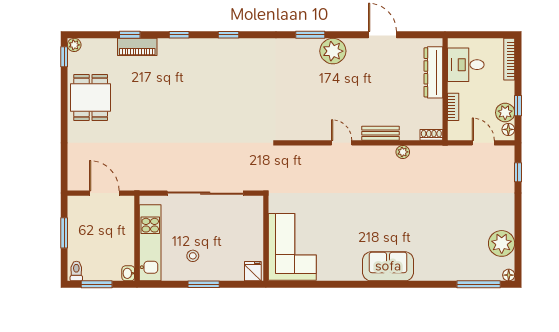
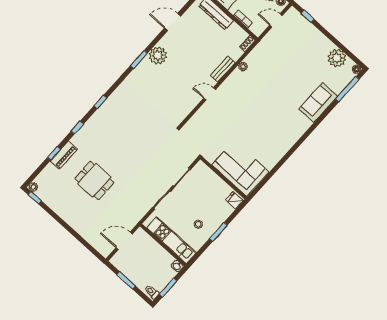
dining table: (91, 98) -> (94, 180), moved
sofa: (388, 266) -> (318, 103), moved

